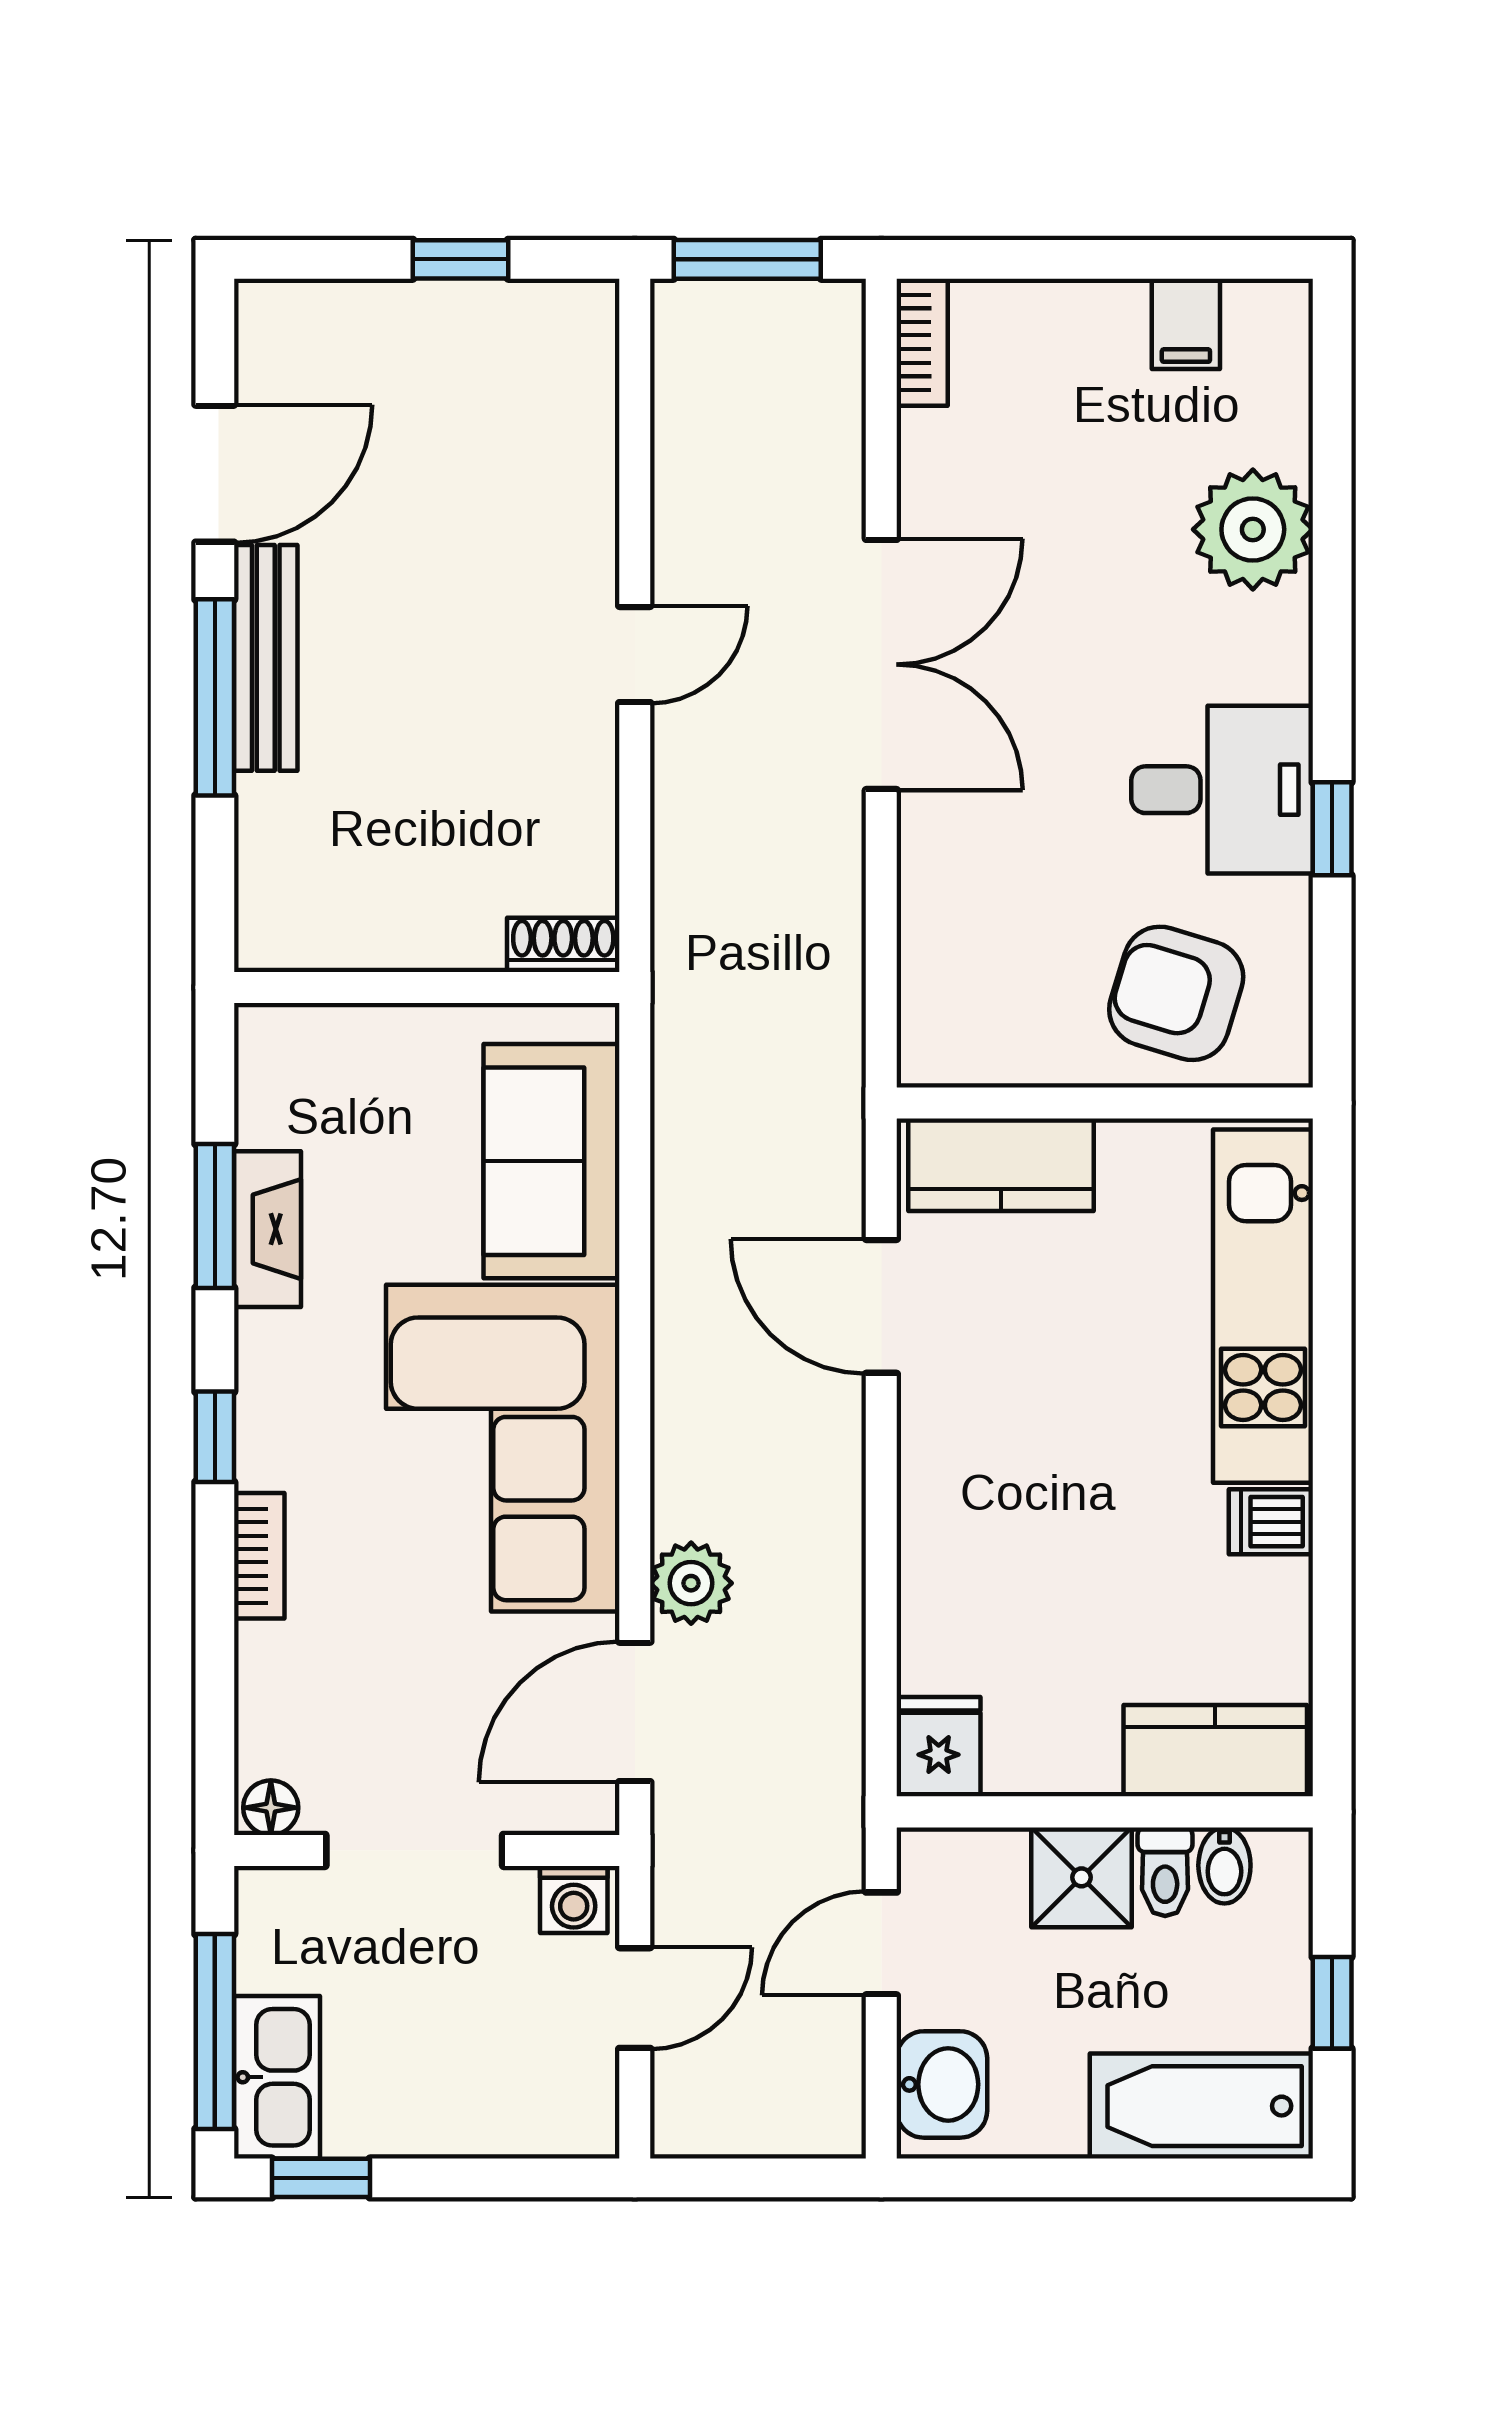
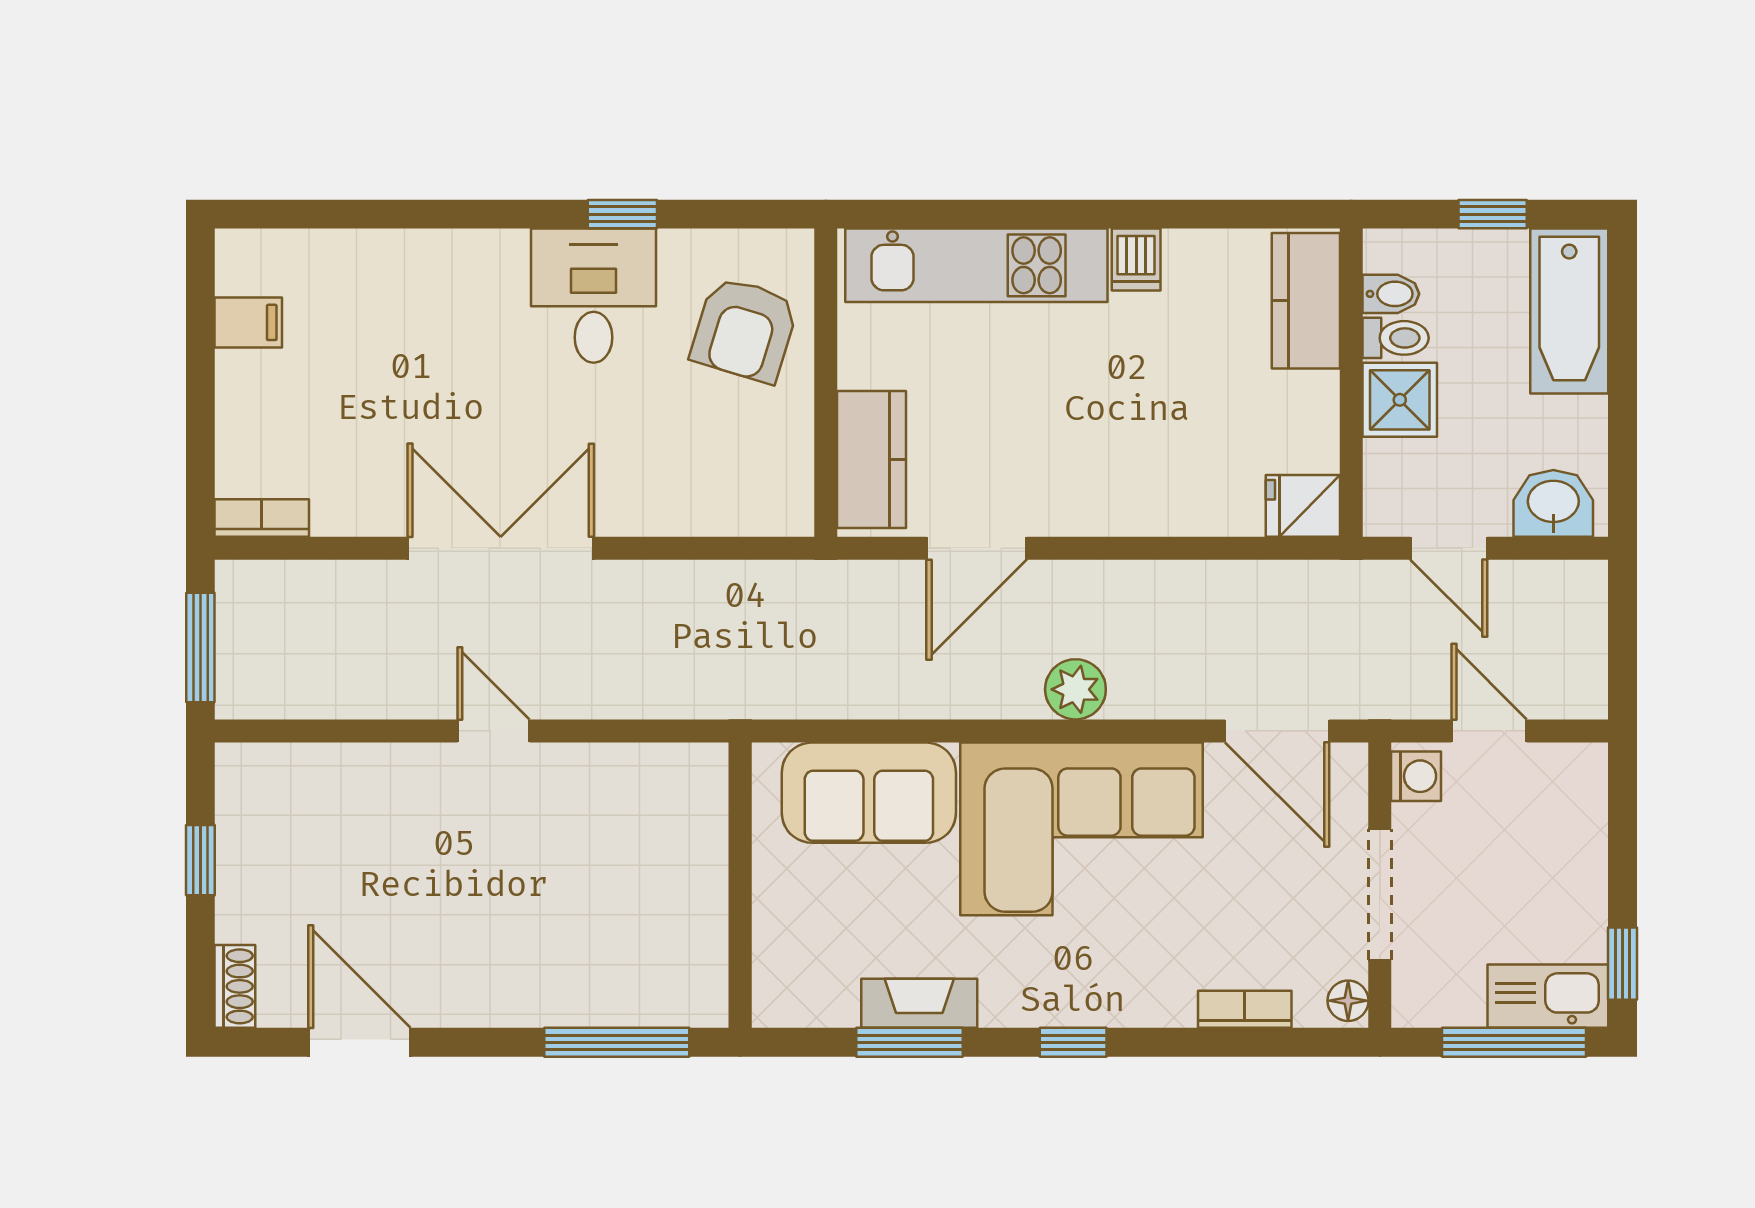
plant: (1253, 529) -> (401, 273), removed
bench: (266, 658) -> (496, 1005), removed
window: (215, 697) -> (617, 1042), moved
shoe rack: (563, 945) -> (235, 986), moved, turned 180
bookcase: (259, 1556) -> (1245, 1009), moved
plant: (691, 1583) -> (1075, 689), moved

